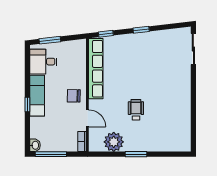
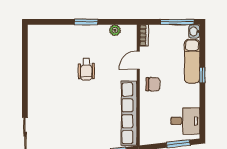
exam couch: (37, 96) -> (192, 61), moved
door: (87, 118) -> (138, 60), hinge flipped
plant: (114, 142) -> (115, 30), width x0.53, depth x0.53

